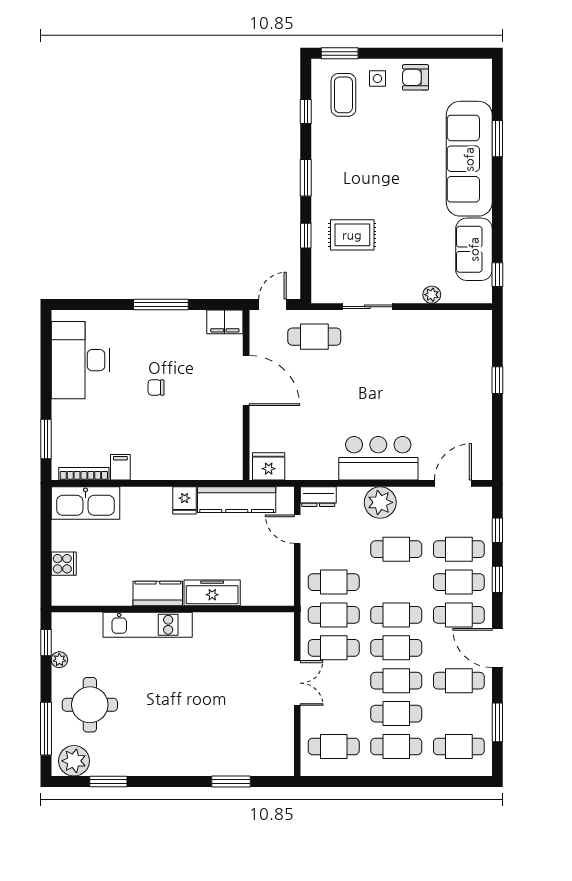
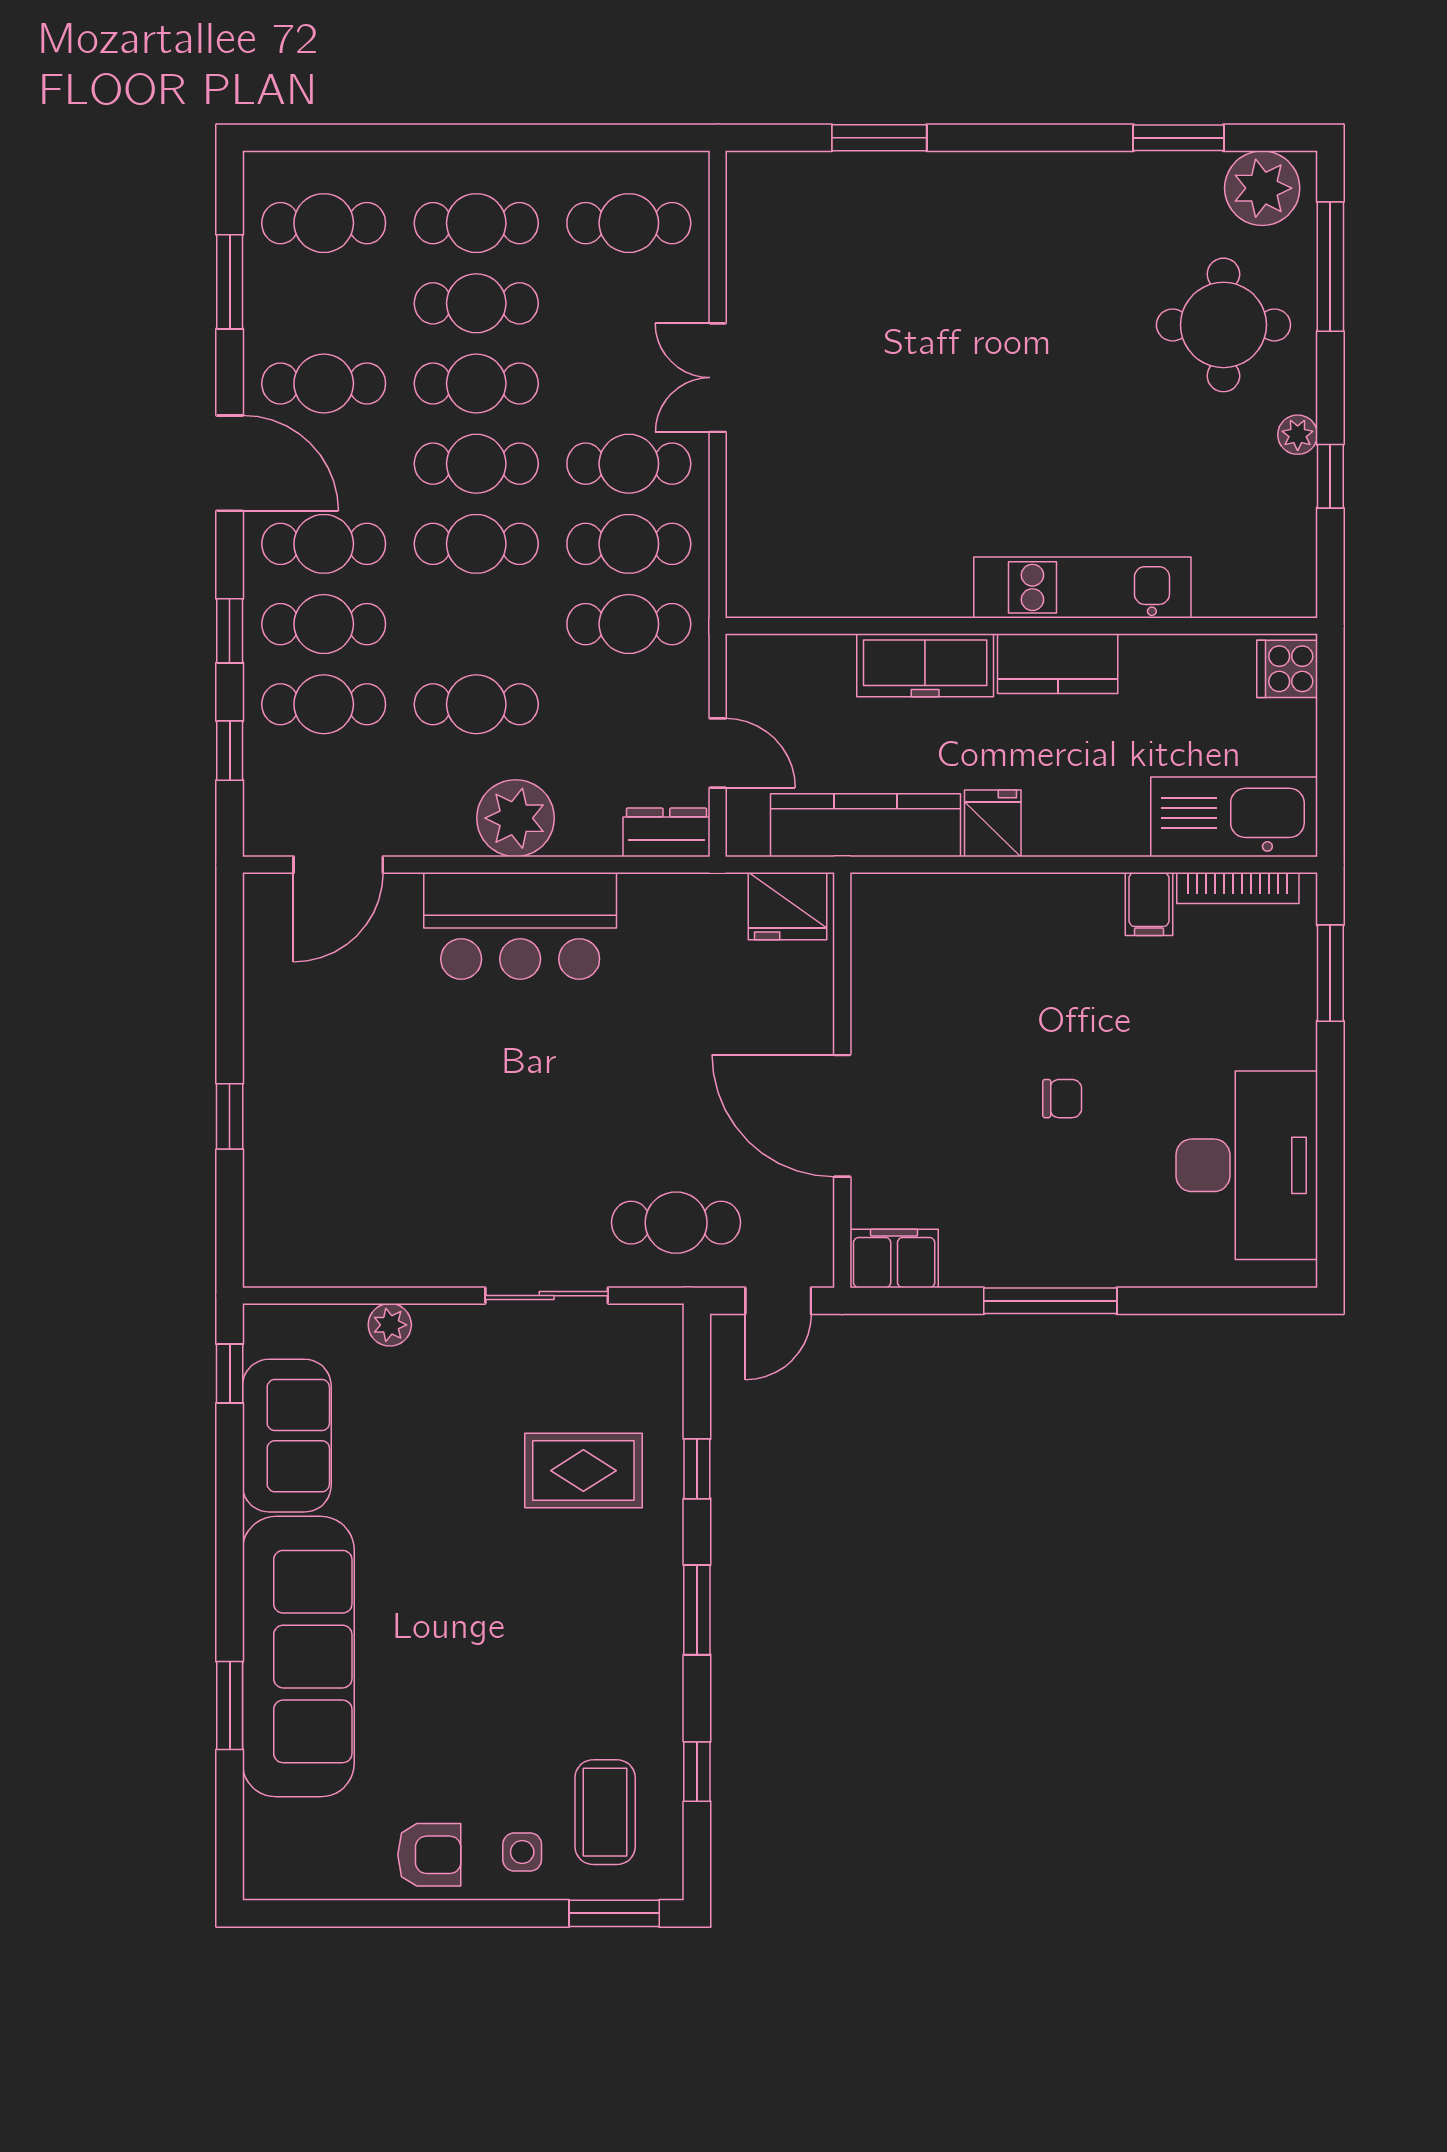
freezer: (212, 593) -> (925, 665), moved
kitchen counter: (158, 594) -> (1058, 664), moved
wall: (173, 609) -> (1021, 626), moved
kitchen unit: (148, 625) -> (1082, 587), moved

